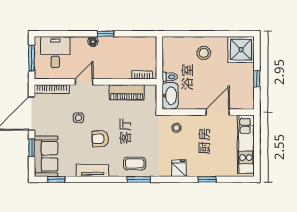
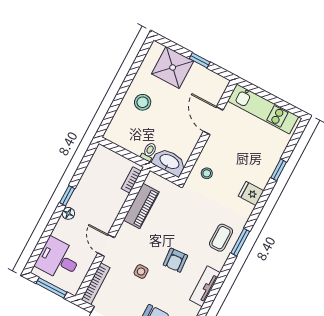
shower: (241, 50) -> (173, 67), moved

